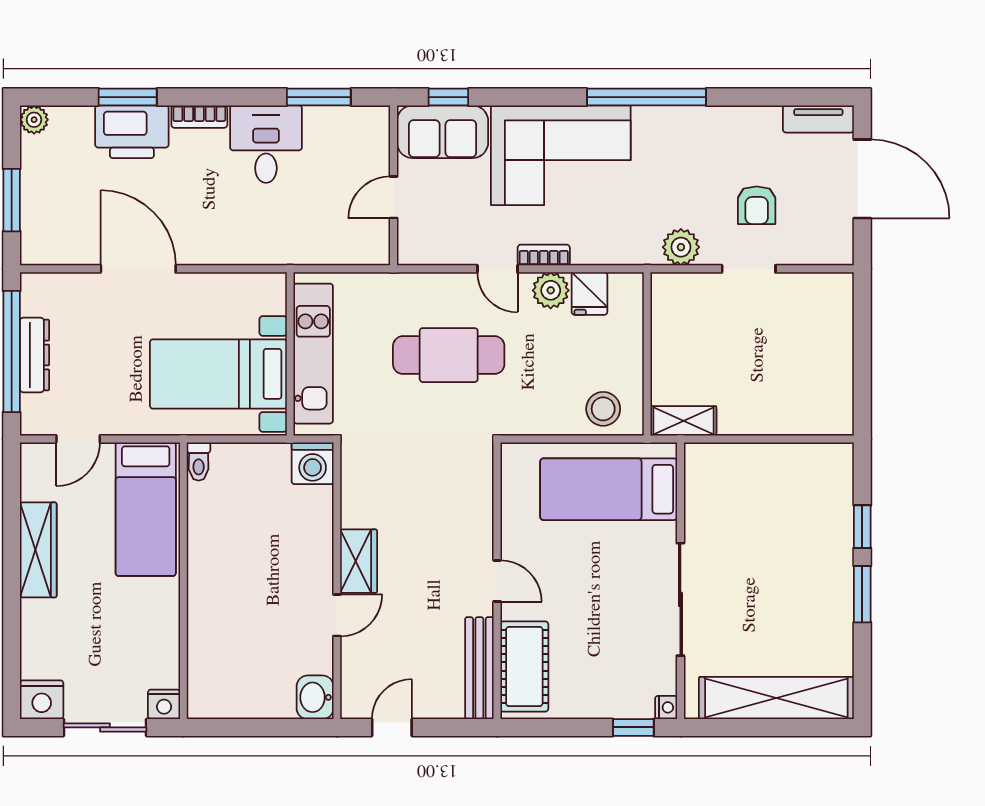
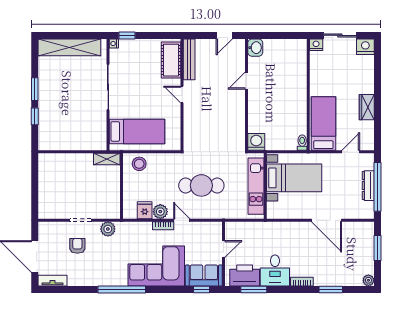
printer: (132, 132) -> (245, 275), moved
wardrobe: (38, 550) -> (367, 107), width x0.67
wardrobe: (359, 561) -> (238, 102), removed

